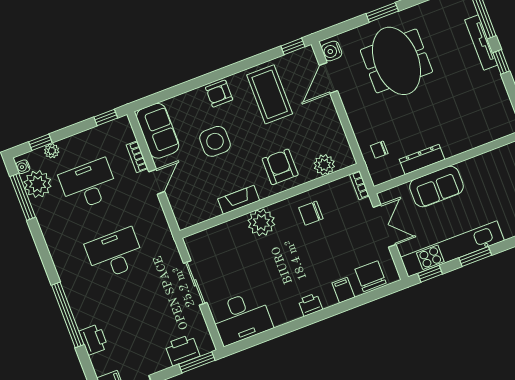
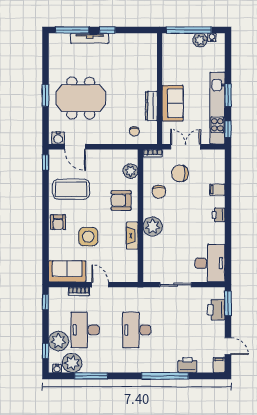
plant: (52, 151) -> (58, 341), width x1.88, depth x1.88
window: (23, 197) -> (91, 376), moved
chair: (371, 276) -> (180, 173), moved

